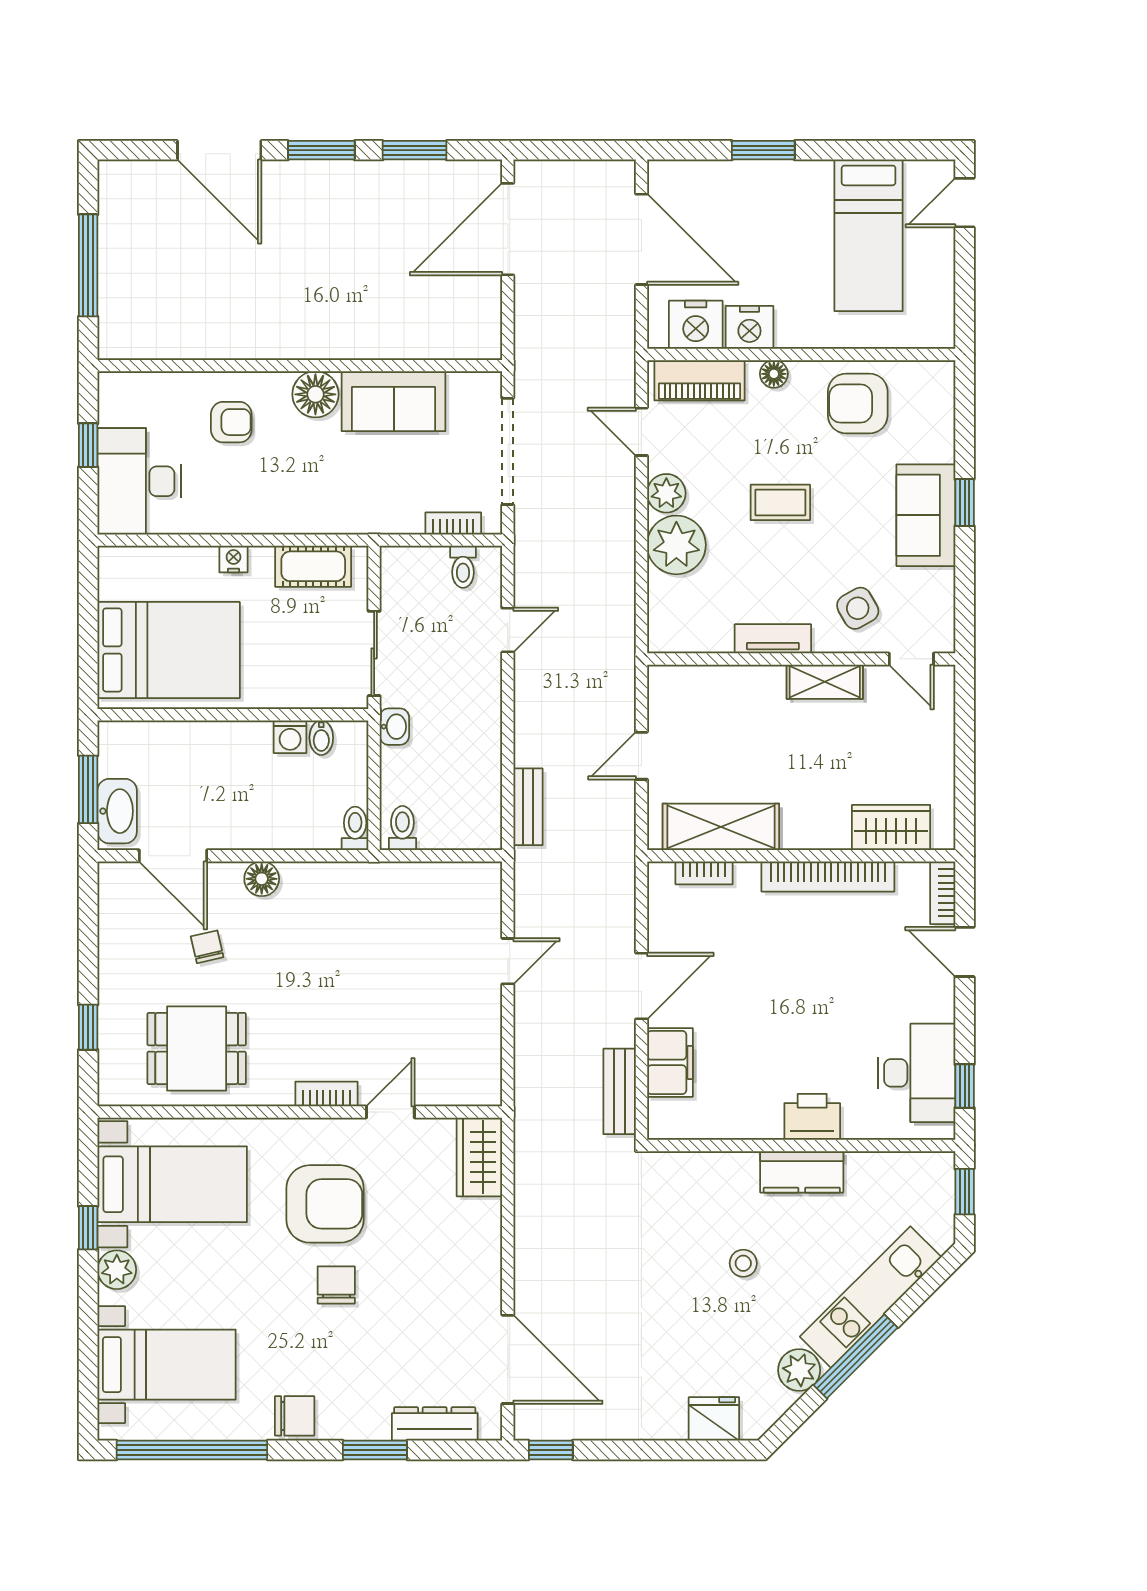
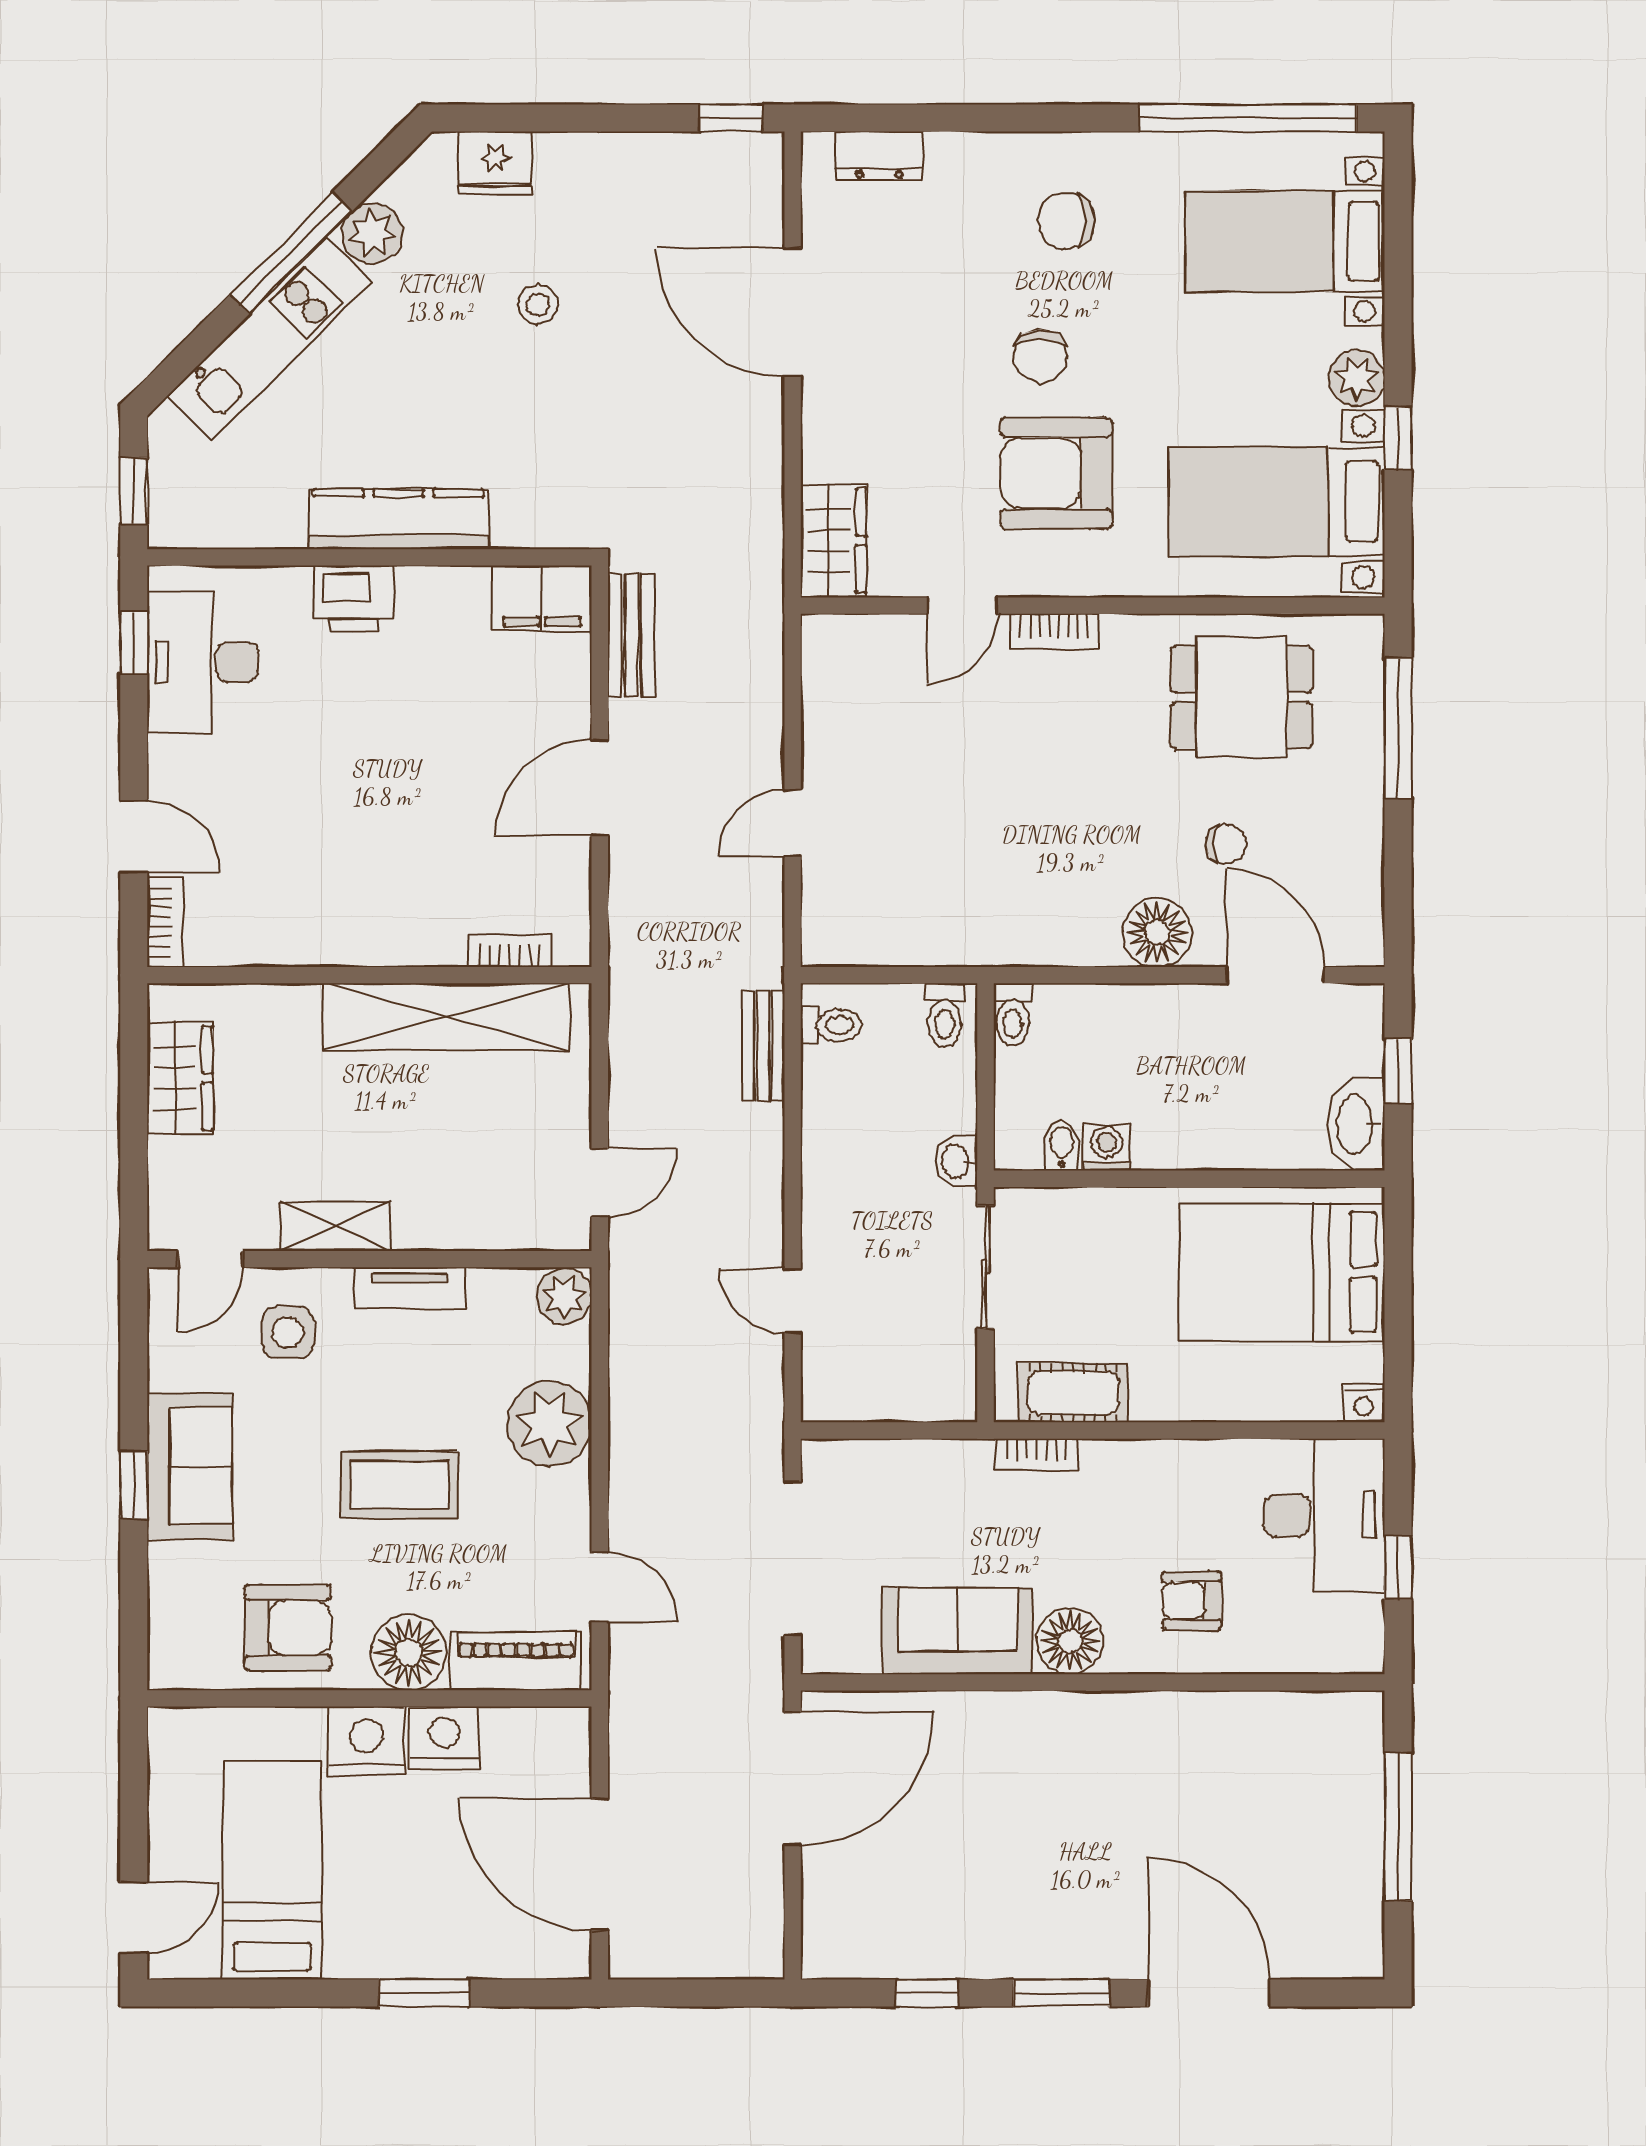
window: (415, 150) -> (927, 1993), width x0.67
door: (508, 229) -> (793, 1779), moved
nightstand: (696, 325) -> (366, 1741), moved
floor lamp: (774, 374) -> (409, 1653), width x1.89, depth x1.89
plant: (666, 493) -> (564, 1296), moved
coffee table: (780, 502) -> (399, 1485), width x1.36, depth x1.30
bookcase: (453, 523) -> (1036, 1455), moved
nightstand: (233, 559) -> (1364, 1403), moved
toilet: (463, 567) -> (831, 1025), moved, turned 90
side table: (858, 608) -> (288, 1332), turned 30
door: (508, 630) -> (793, 1301), hinge flipped
door: (911, 659) -> (210, 1259), swing flipped
door: (641, 756) -> (600, 1183), moved
window: (88, 789) -> (1398, 1071), width x0.67
washbasin: (117, 811) -> (1356, 1124), moved
shelving: (721, 827) -> (446, 1017), width x1.47
wardrobe: (891, 828) -> (180, 1078), moved, turned -90
bookcase: (828, 876) -> (331, 945), removed
floor lamp: (262, 879) -> (1157, 933), width x1.38, depth x1.38
chair: (207, 947) -> (1226, 844), turned -77
window: (88, 1027) -> (1398, 728), width x2.17
filing cabinet: (670, 1062) -> (542, 598), moved, turned -90
kitchen counter: (802, 1172) -> (399, 519), width x1.50
stool: (743, 1263) -> (538, 305), moved
door: (508, 1359) -> (793, 312), moved
chair: (295, 1416) -> (1066, 221), moved
dresser: (435, 1424) -> (879, 156), width x0.70
window: (375, 1450) -> (984, 118), removed

